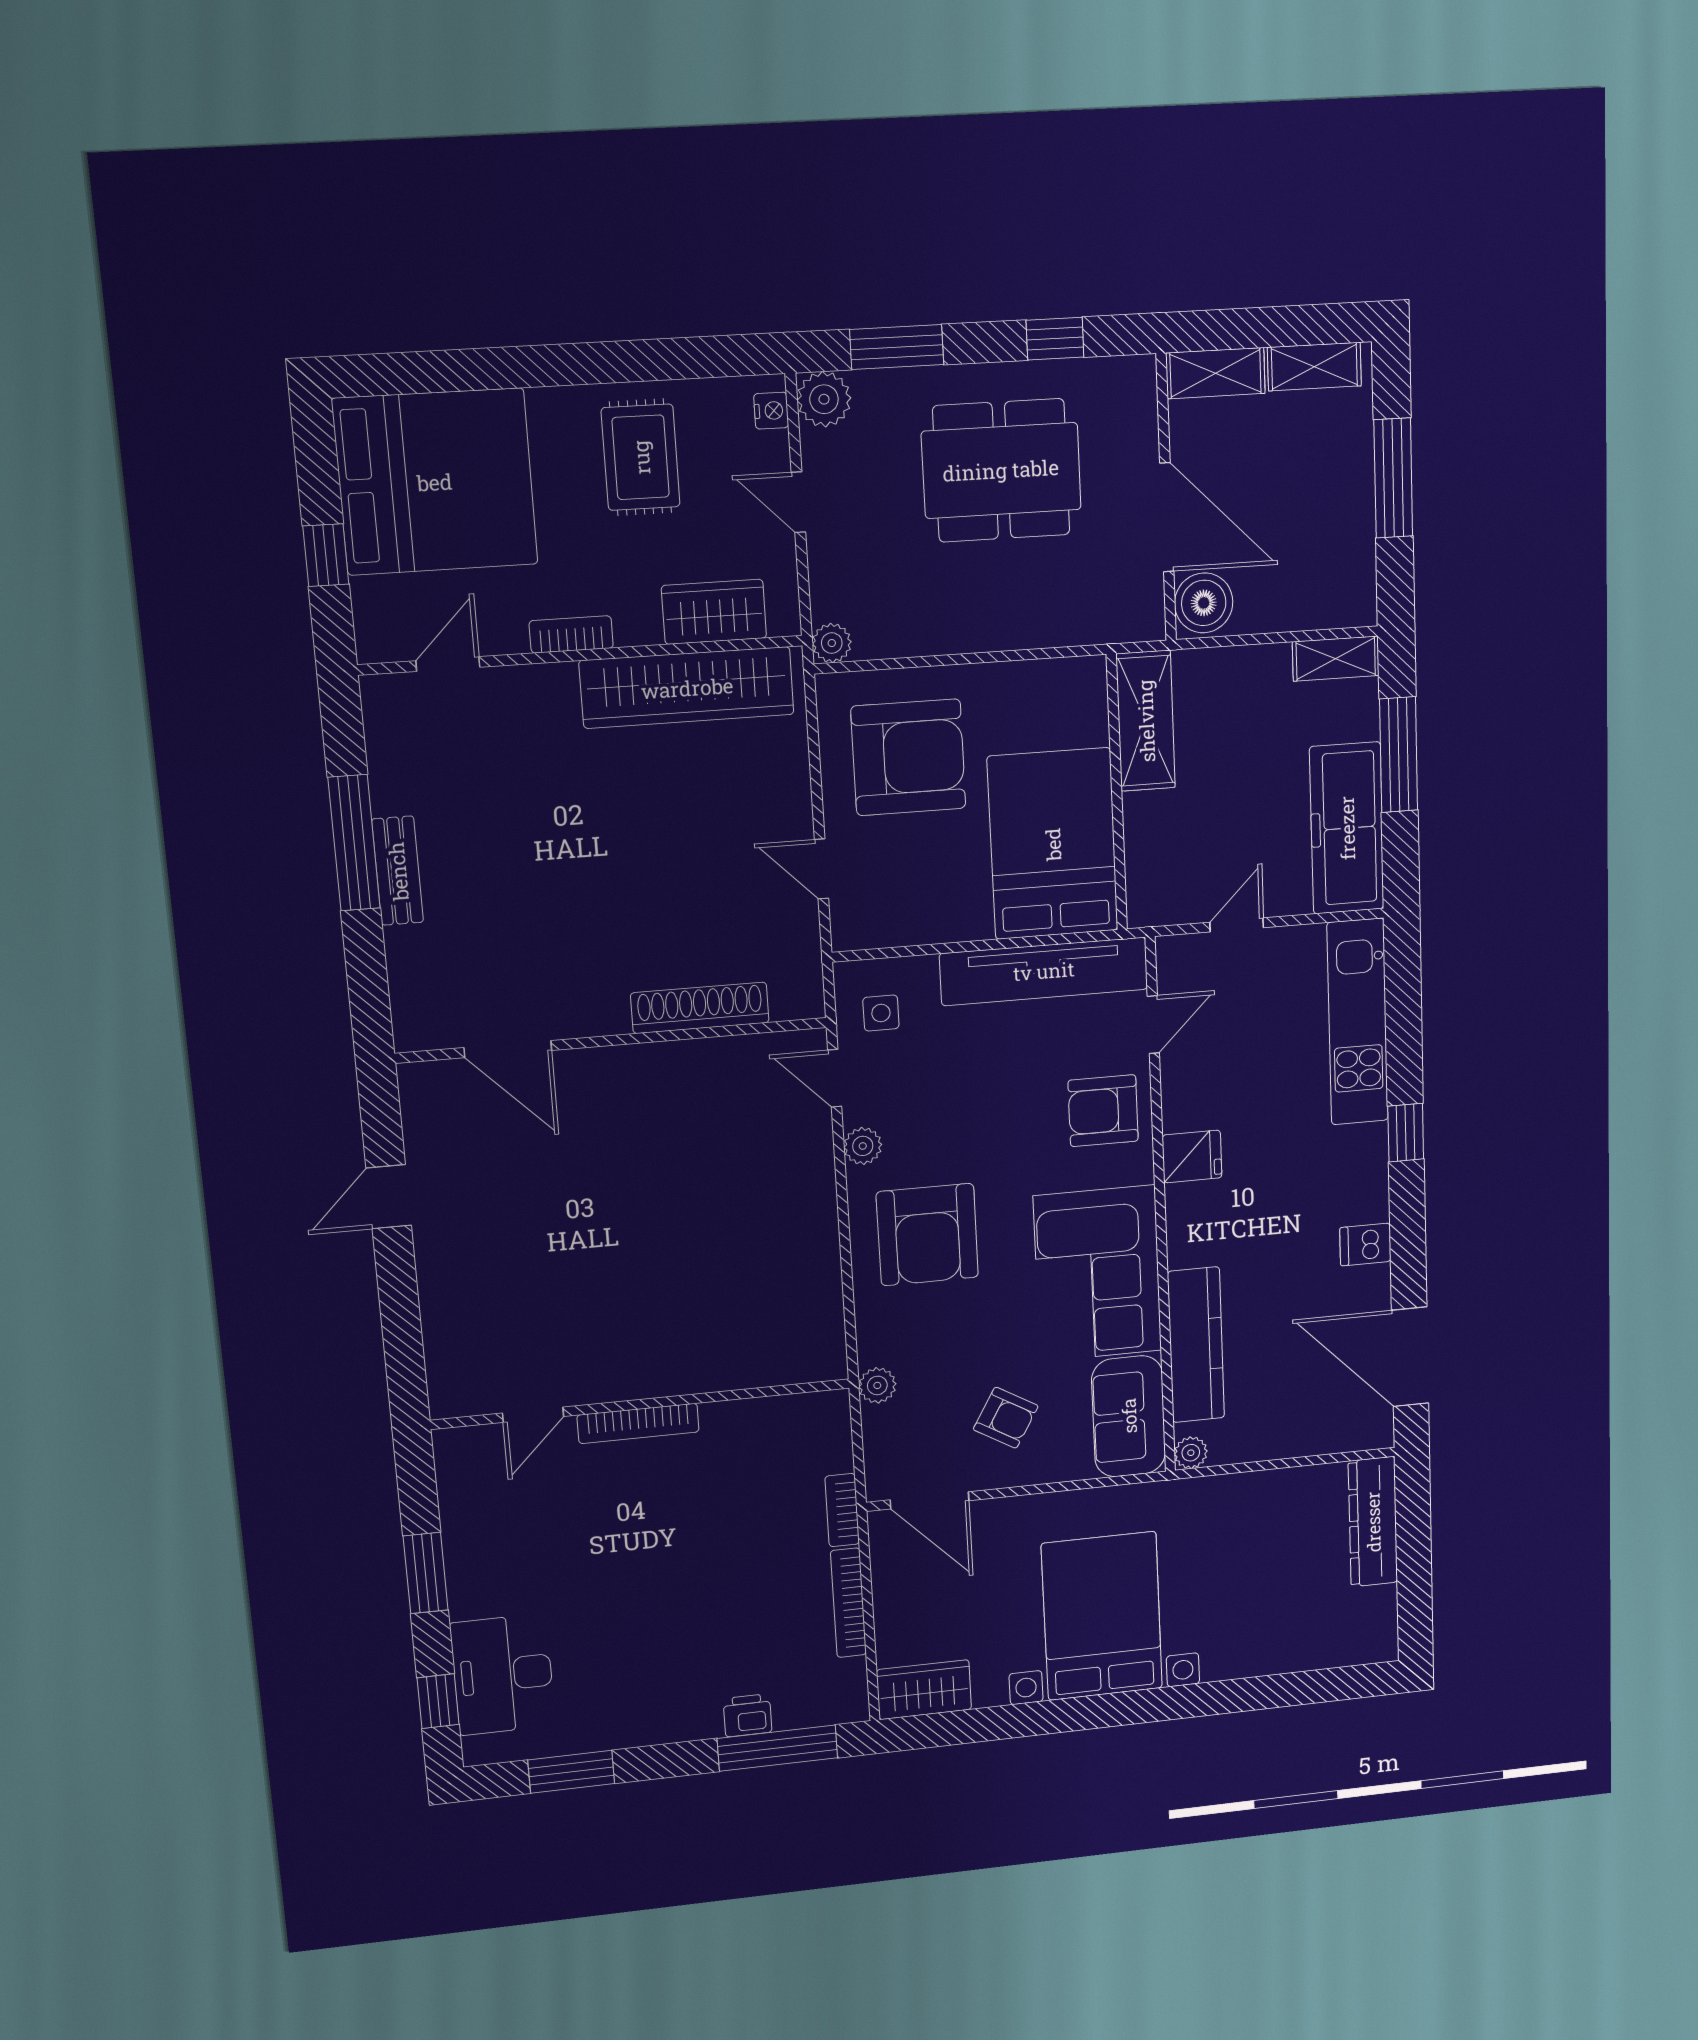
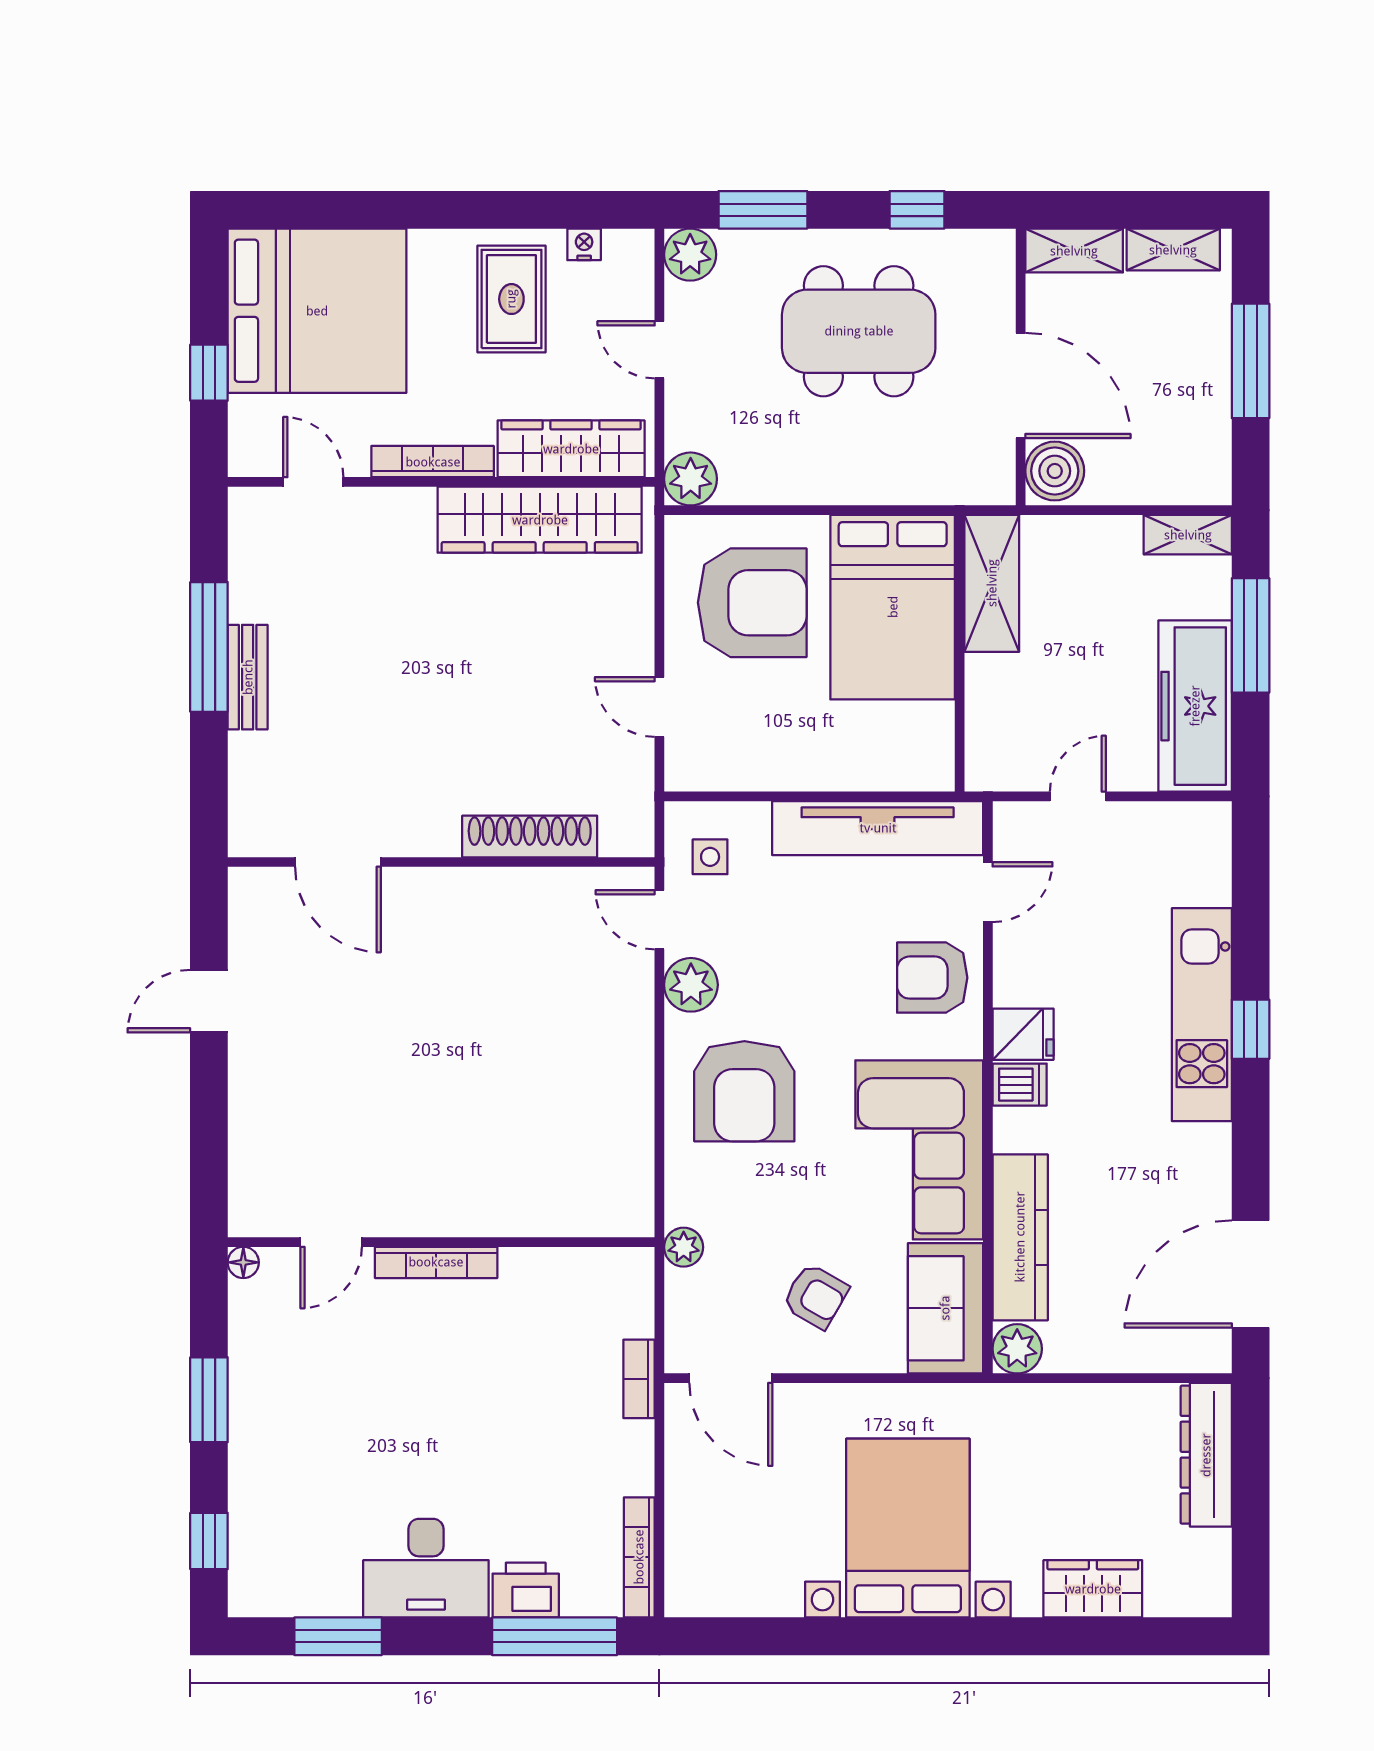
nightstand: (771, 411) -> (584, 244), moved, turned -90
wardrobe: (714, 612) -> (571, 449), width x1.50
bookcase: (571, 634) -> (433, 462), width x1.56
plant: (832, 643) -> (691, 479), width x1.38, depth x1.38
door: (448, 664) -> (313, 482), hinge flipped
bed: (1053, 844) -> (893, 607), moved, turned 180
kitchen unit: (1358, 1022) -> (1202, 1015), moved
plant: (863, 1146) -> (691, 985), width x1.38, depth x1.38
dishwasher: (1365, 1245) -> (1020, 1085), moved, turned 180
door: (1410, 1357) -> (1251, 1274), hinge flipped
floor lamp: (447, 1442) -> (243, 1262), added
plant: (1191, 1453) -> (1017, 1349), width x1.38, depth x1.38
bookcase: (848, 1603) -> (639, 1557), moved
desk: (503, 1674) -> (426, 1568), moved, turned -90
wardrobe: (924, 1690) -> (1093, 1589), moved
printer: (748, 1715) -> (526, 1590), width x1.36, depth x1.24

